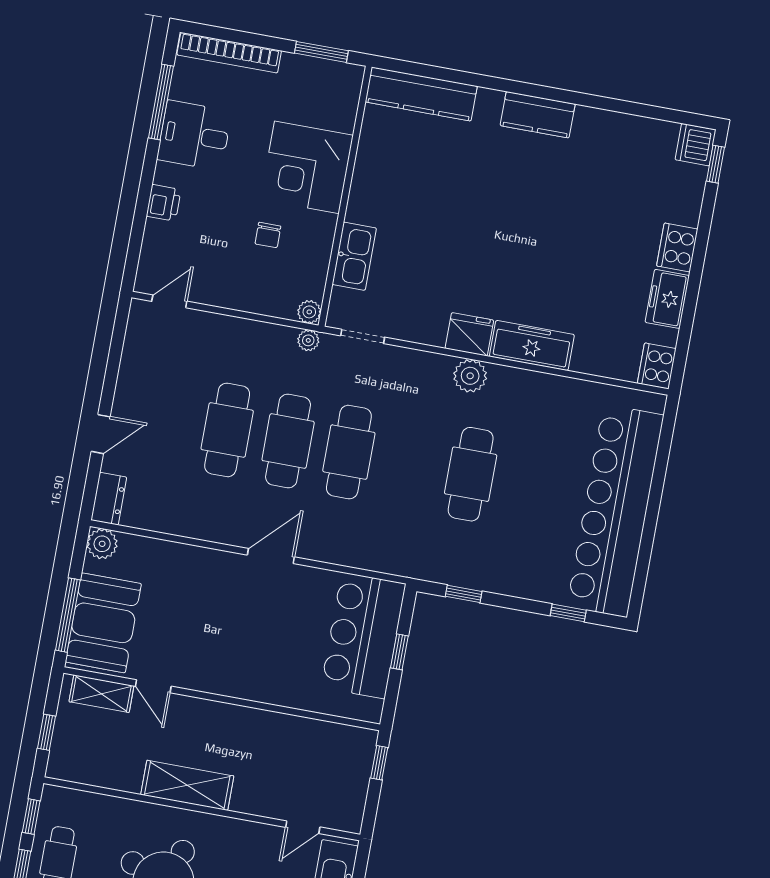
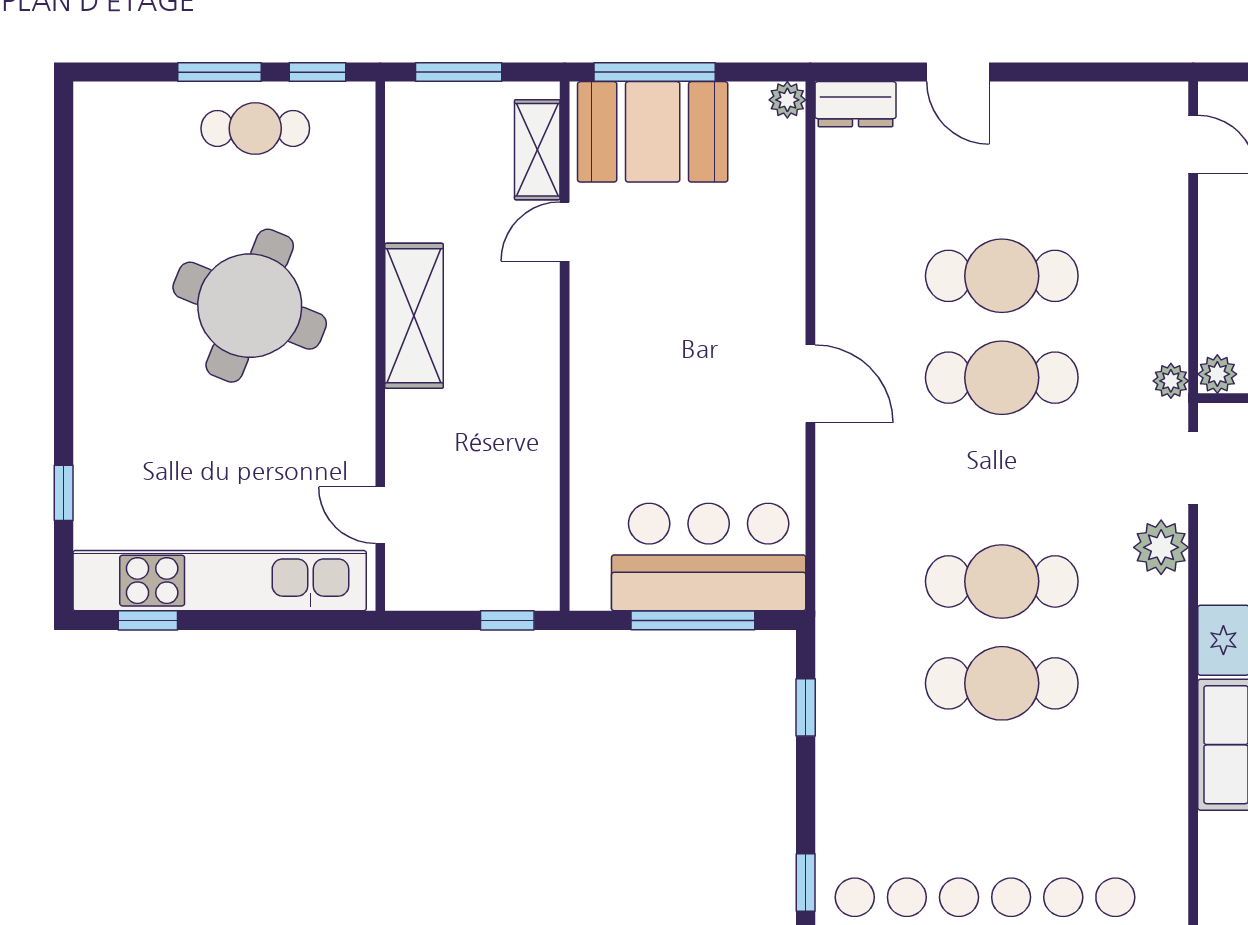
plant: (470, 376) -> (1161, 547), moved
cafe table: (349, 452) -> (1002, 581), moved
plant: (102, 544) -> (787, 100), width x0.73, depth x0.73
window: (399, 652) -> (693, 620), width x2.17
window: (47, 732) -> (459, 72), width x1.50

